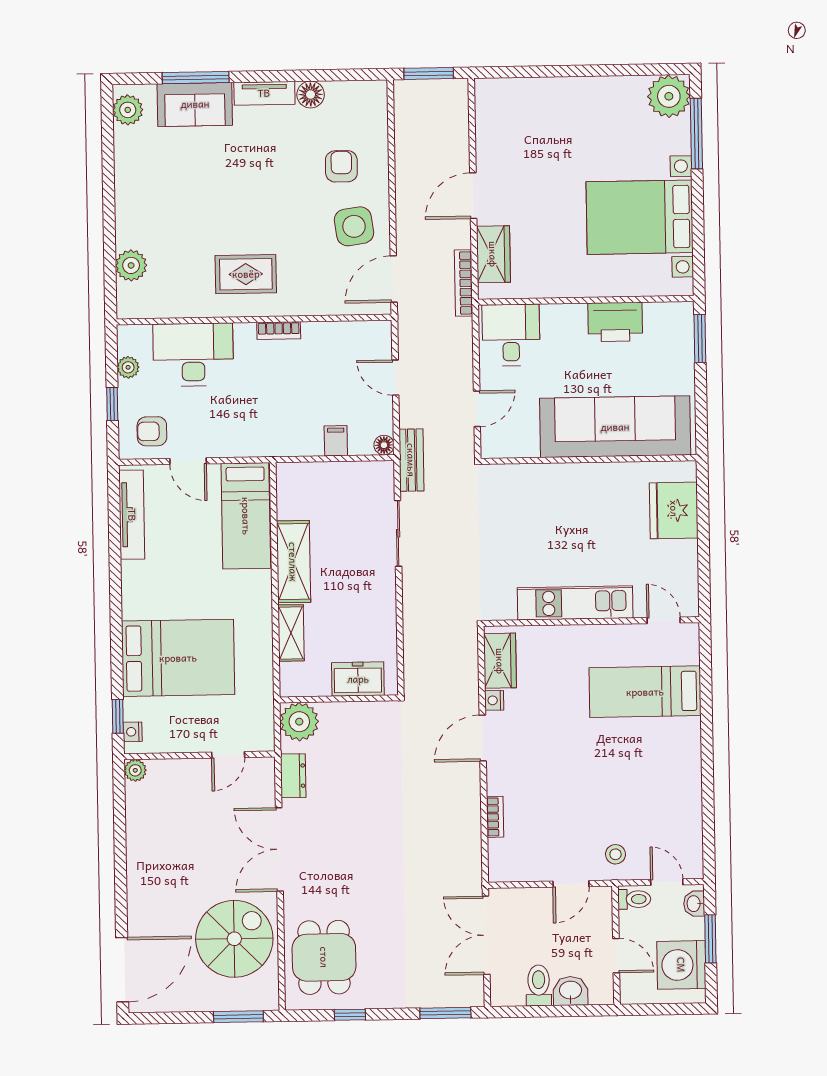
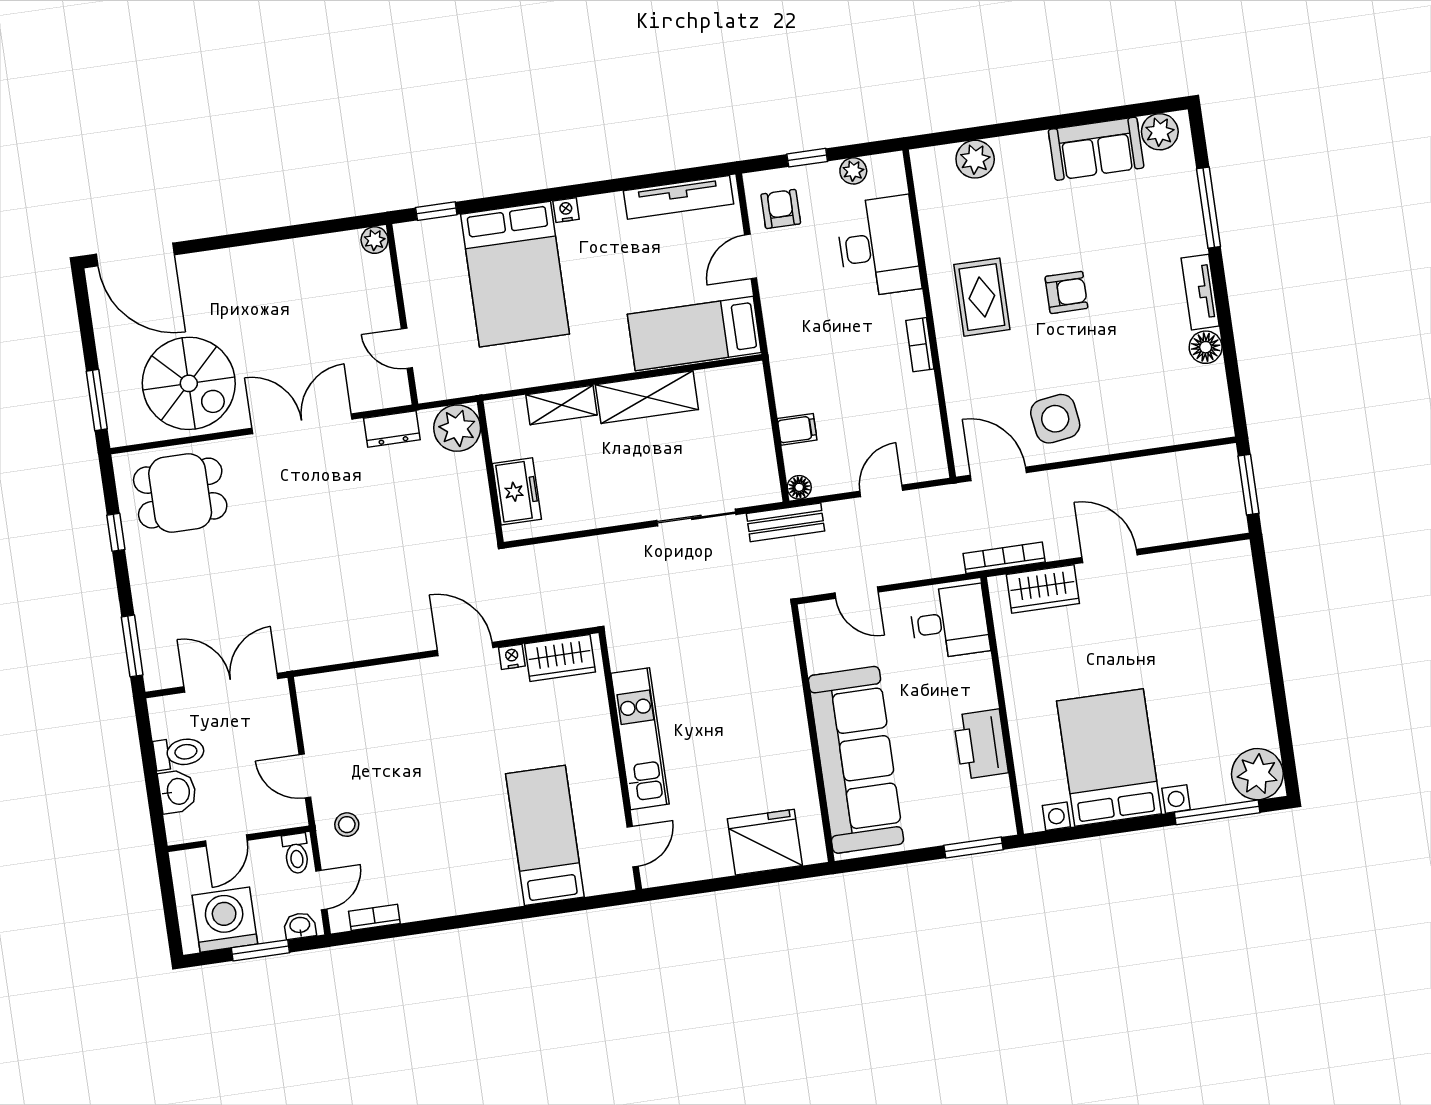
sofa: (195, 104) -> (1096, 149), moved, turned -90
armchair: (341, 166) -> (1066, 292), moved
nightstand: (133, 732) -> (566, 210), moved
bookcase: (495, 817) -> (374, 917), moved, turned 180

